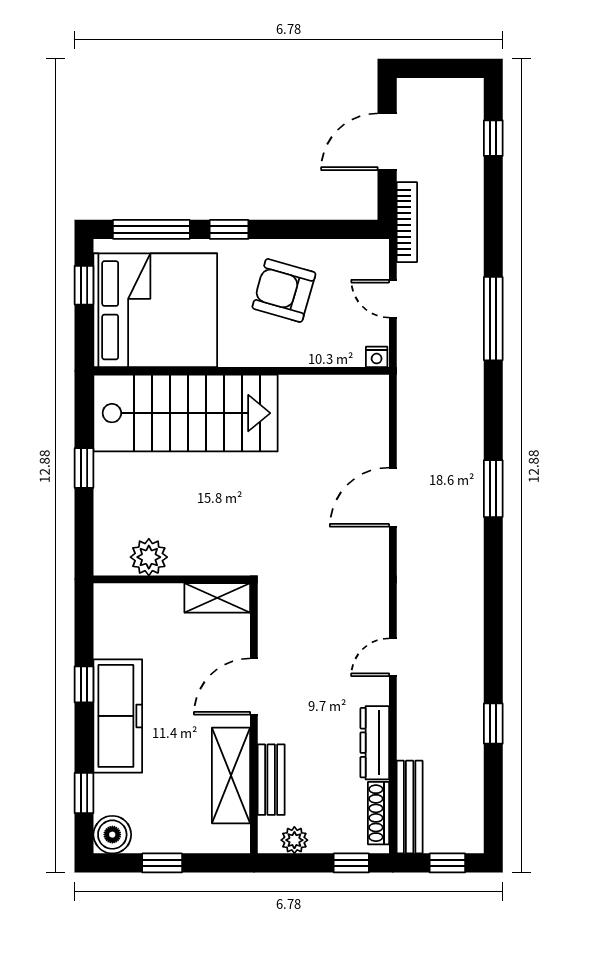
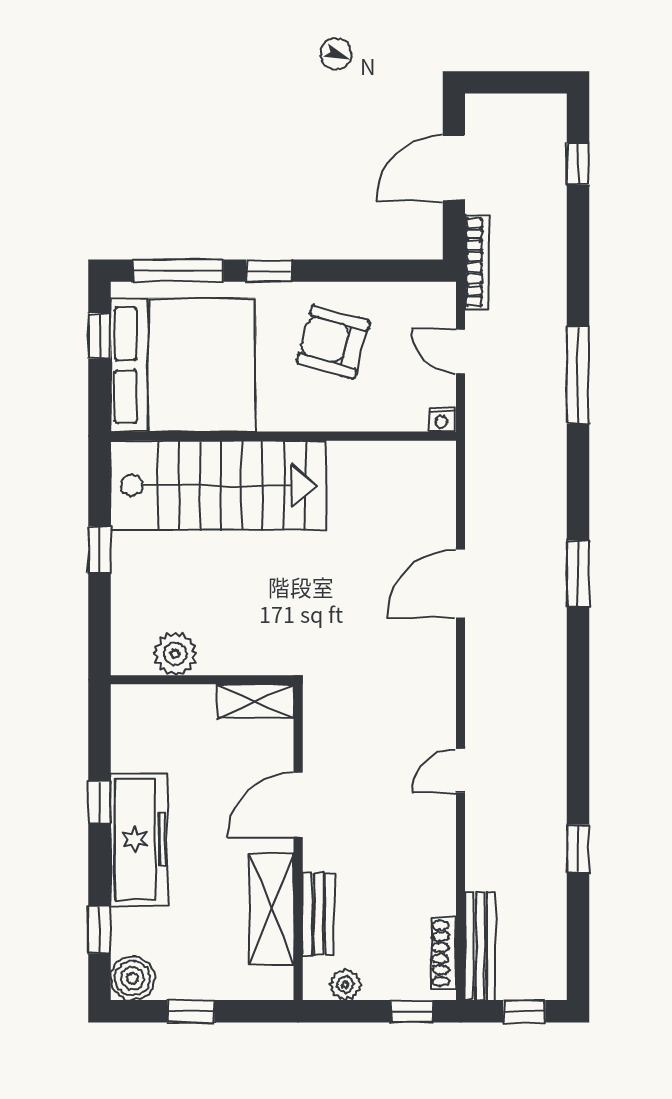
dresser: (375, 743) -> (439, 871), removed

